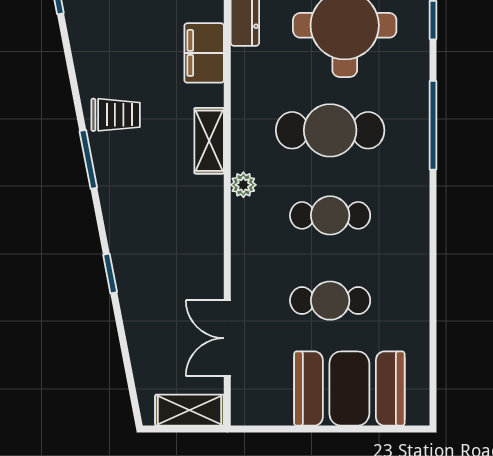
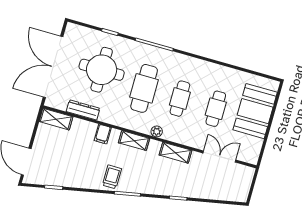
filing cabinet: (204, 53) -> (103, 134), width x0.50
double door: (227, 338) -> (219, 156), swing flipped
shelving: (190, 410) -> (176, 153), moved, turned 90

